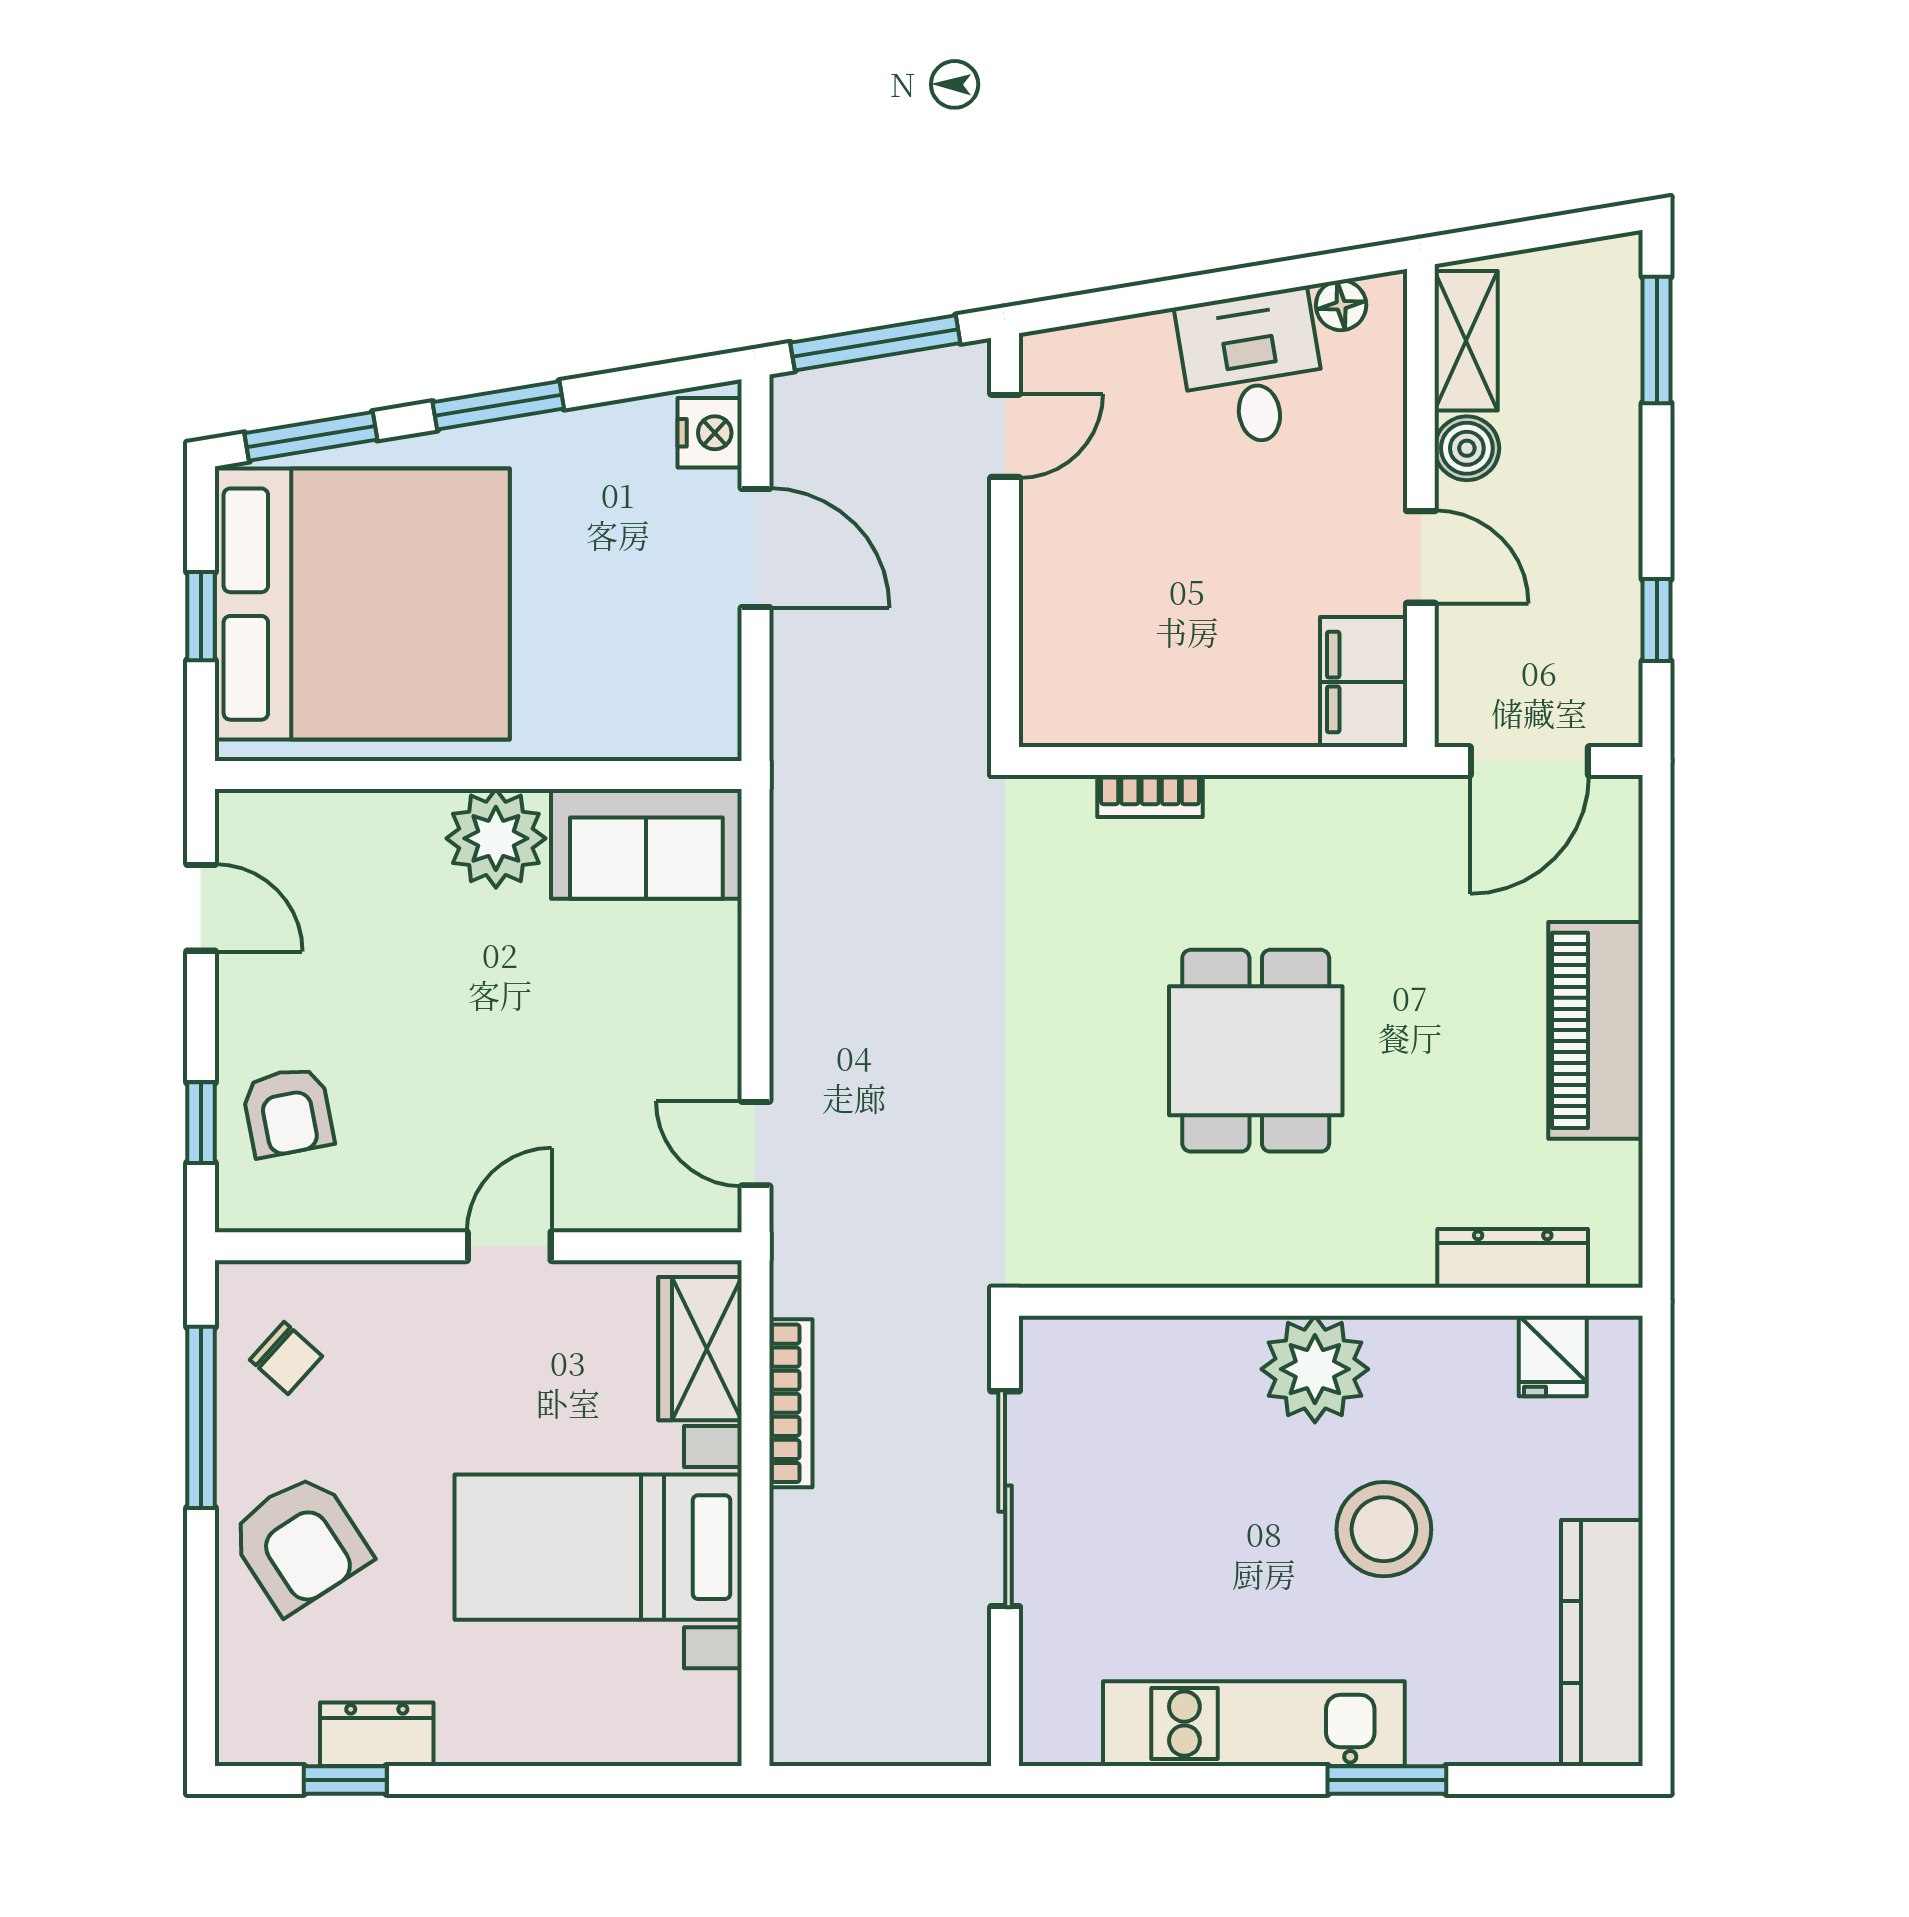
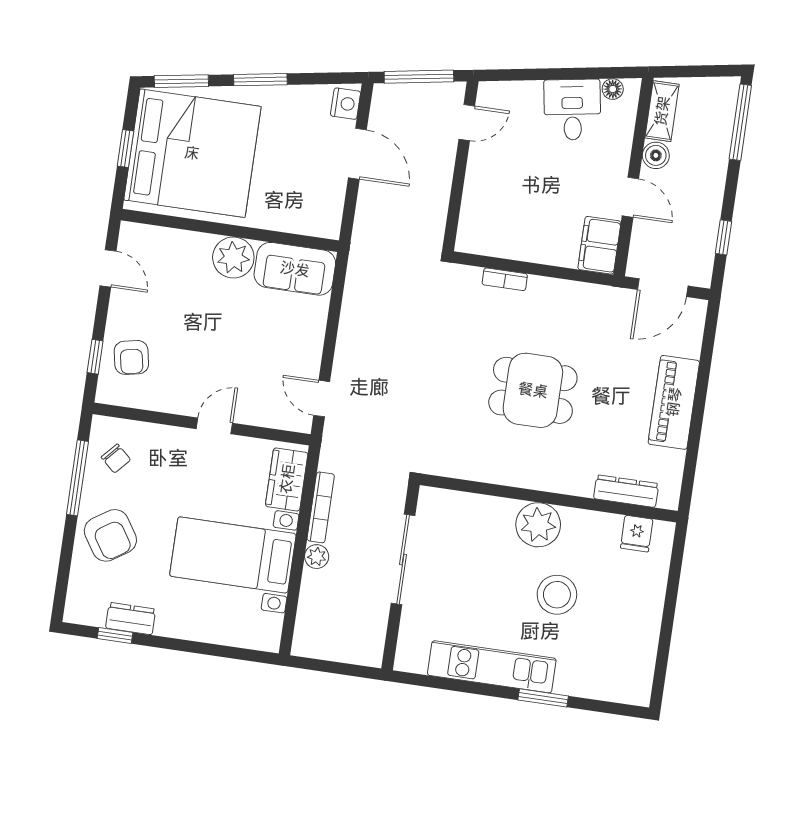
window: (1657, 340) -> (740, 122), width x1.44
dining table: (1256, 1051) -> (533, 390), turned 90
plant: (798, 1522) -> (317, 557), added
kitchen counter: (1602, 1642) -> (640, 654), removed

